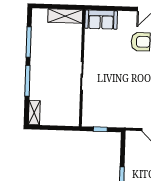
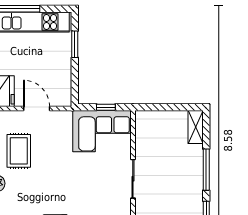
corner sofa: (104, 112) -> (102, 131), added

